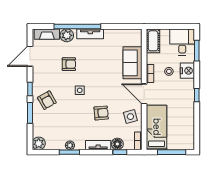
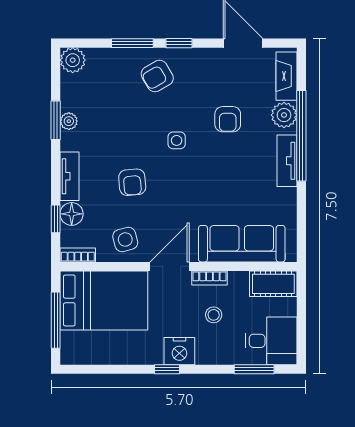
sofa: (133, 63) -> (242, 244), width x1.36
nightstand: (187, 71) -> (179, 351), moved
bed: (157, 127) -> (104, 300), width x1.50

